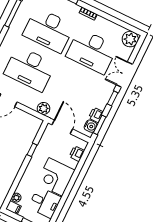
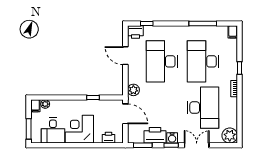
desk: (92, 51) -> (203, 108), turned 180
printer: (96, 115) -> (155, 135), width x1.87, depth x1.48
water cooler: (90, 126) -> (172, 138), moved
door: (62, 127) -> (125, 114), hinge flipped

